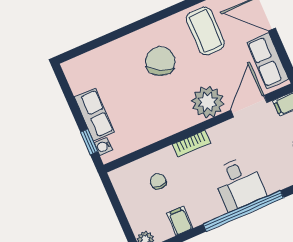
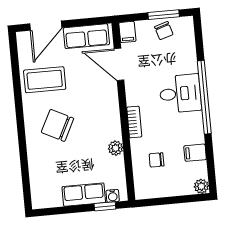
plant: (208, 102) -> (116, 148), moved, width x0.53, depth x0.53

